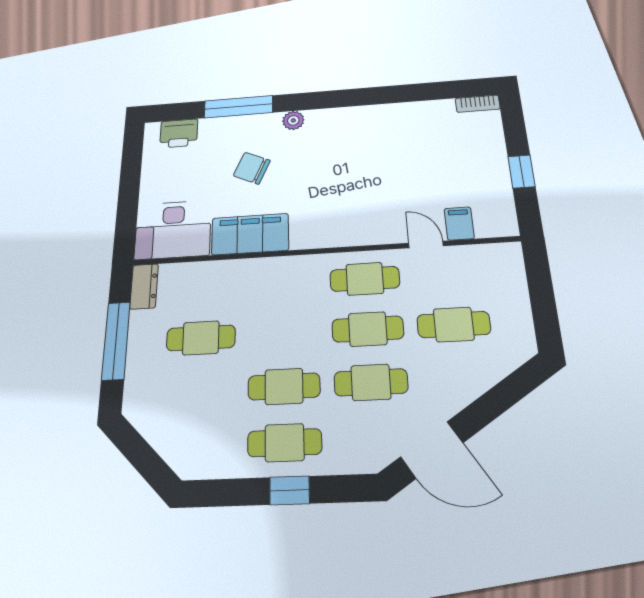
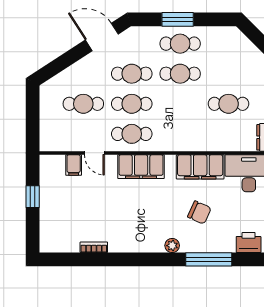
bookcase: (478, 104) -> (94, 247), moved
filing cabinet: (346, 228) -> (141, 167), added
window: (290, 490) -> (178, 19), width x1.50

